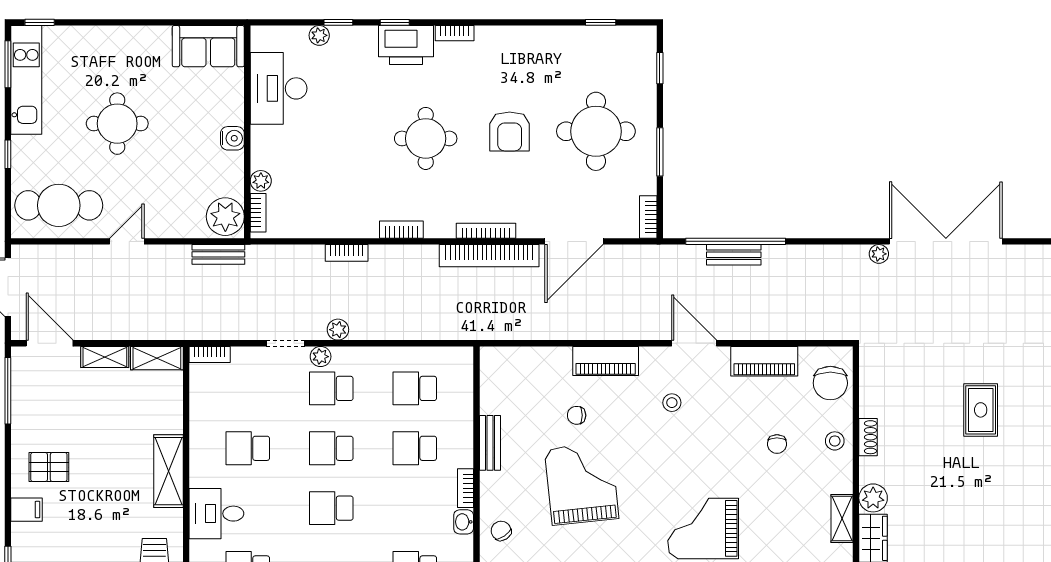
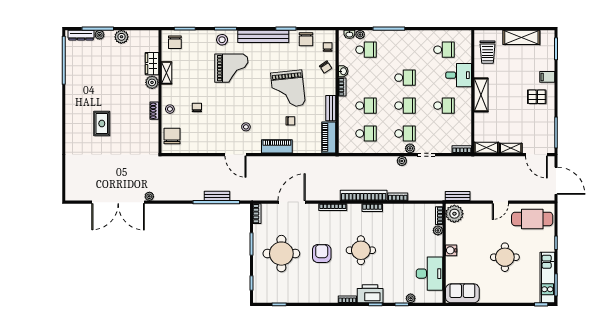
bookcase: (489, 256) -> (364, 195), moved
piano: (764, 361) -> (329, 137), moved, turned -90

